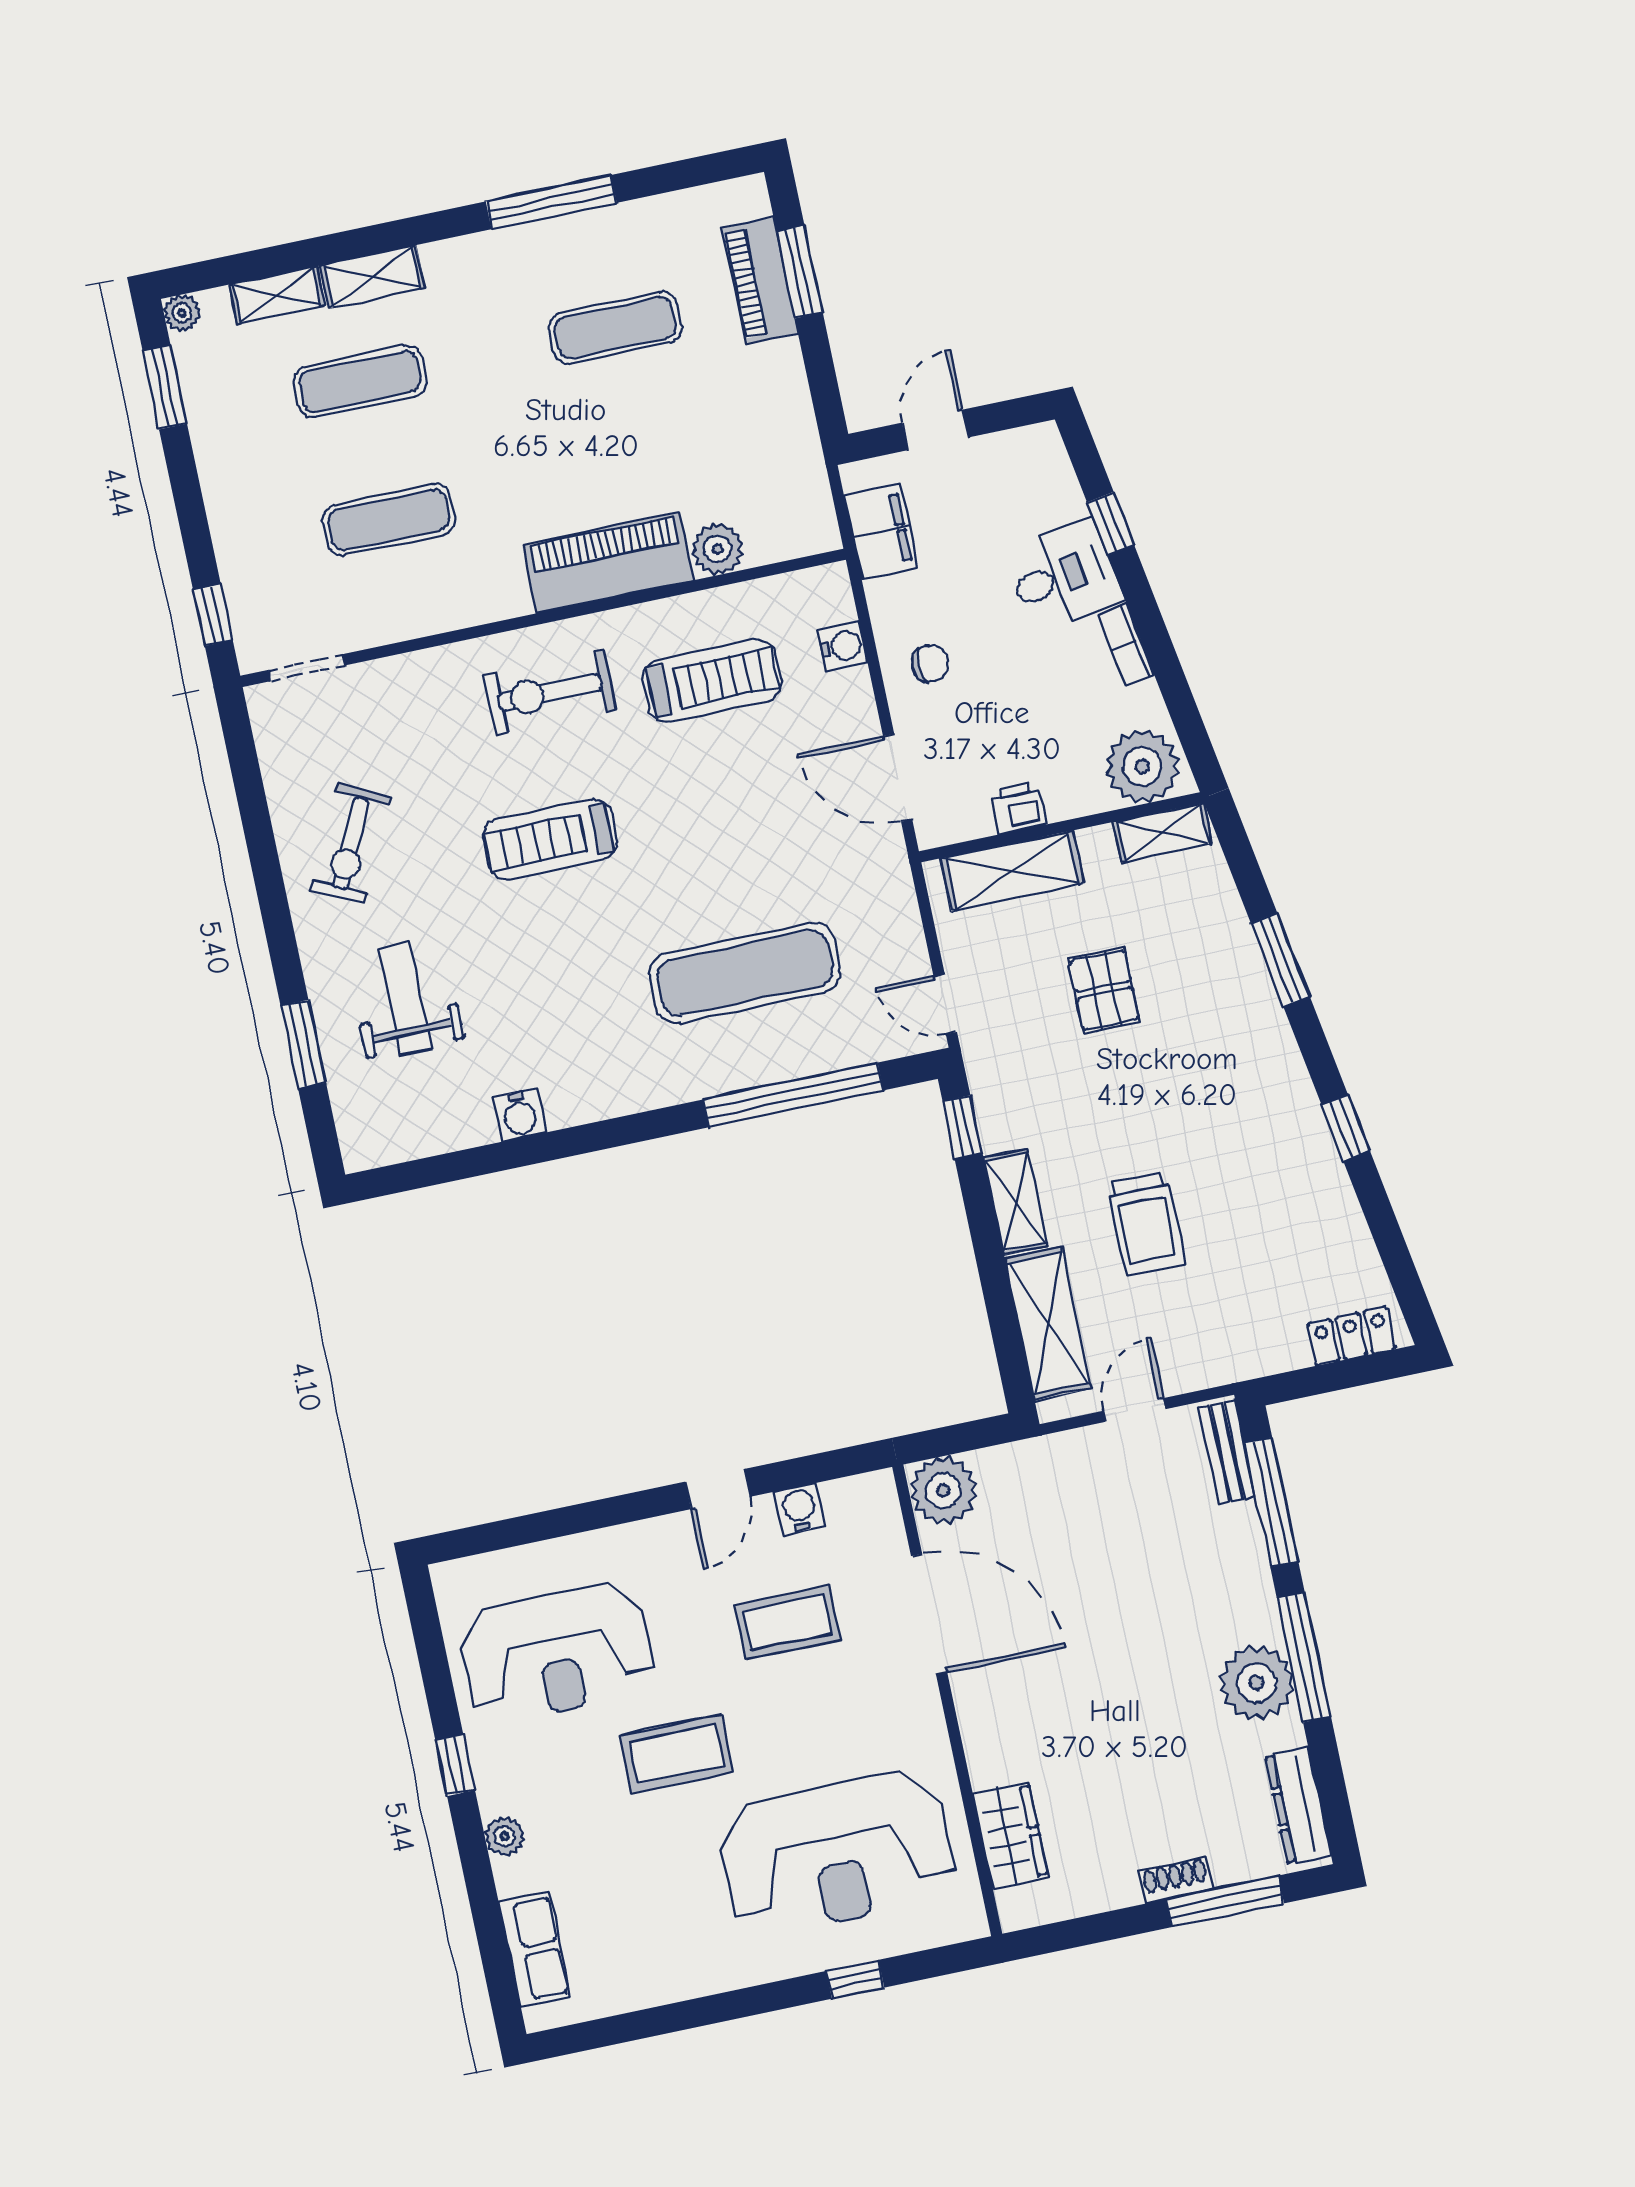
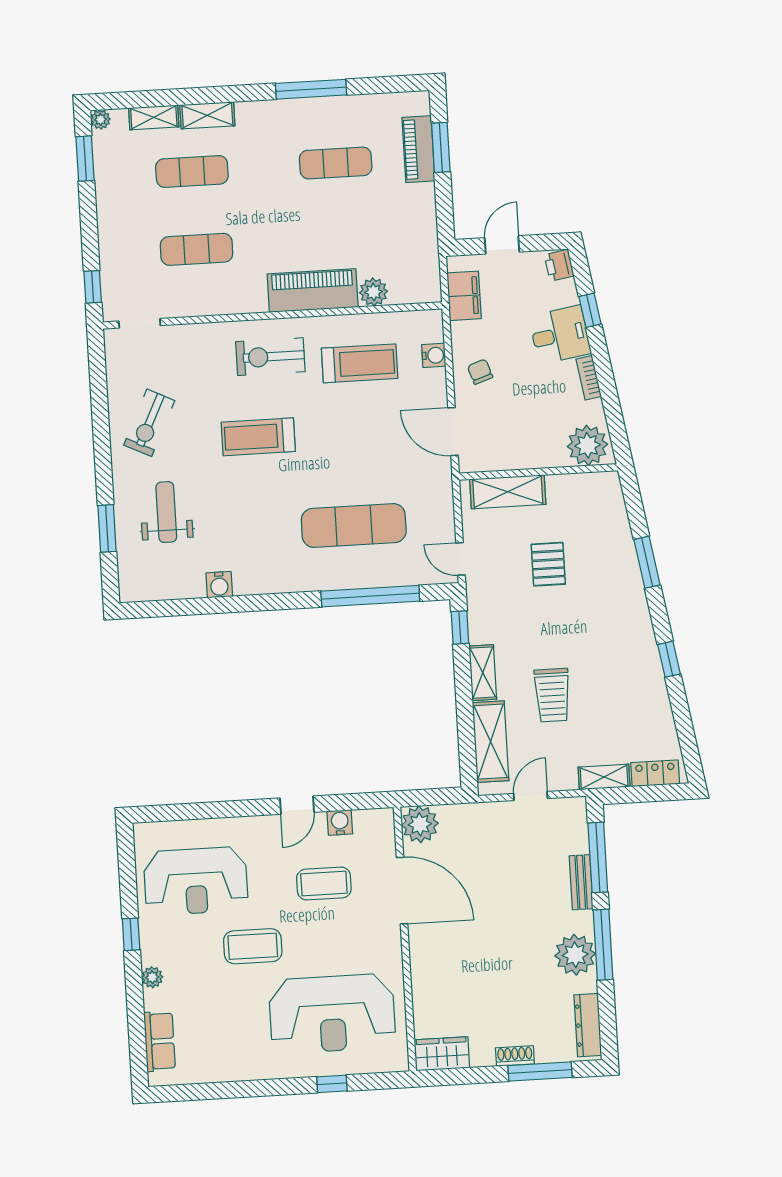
chair: (930, 663) -> (480, 372), turned -109
printer: (1018, 807) -> (559, 265), moved, turned -99
shelving: (1163, 833) -> (604, 777), moved
bench: (1227, 1452) -> (581, 882), moved
wardrobe: (1011, 1836) -> (442, 1054), moved, turned -90

